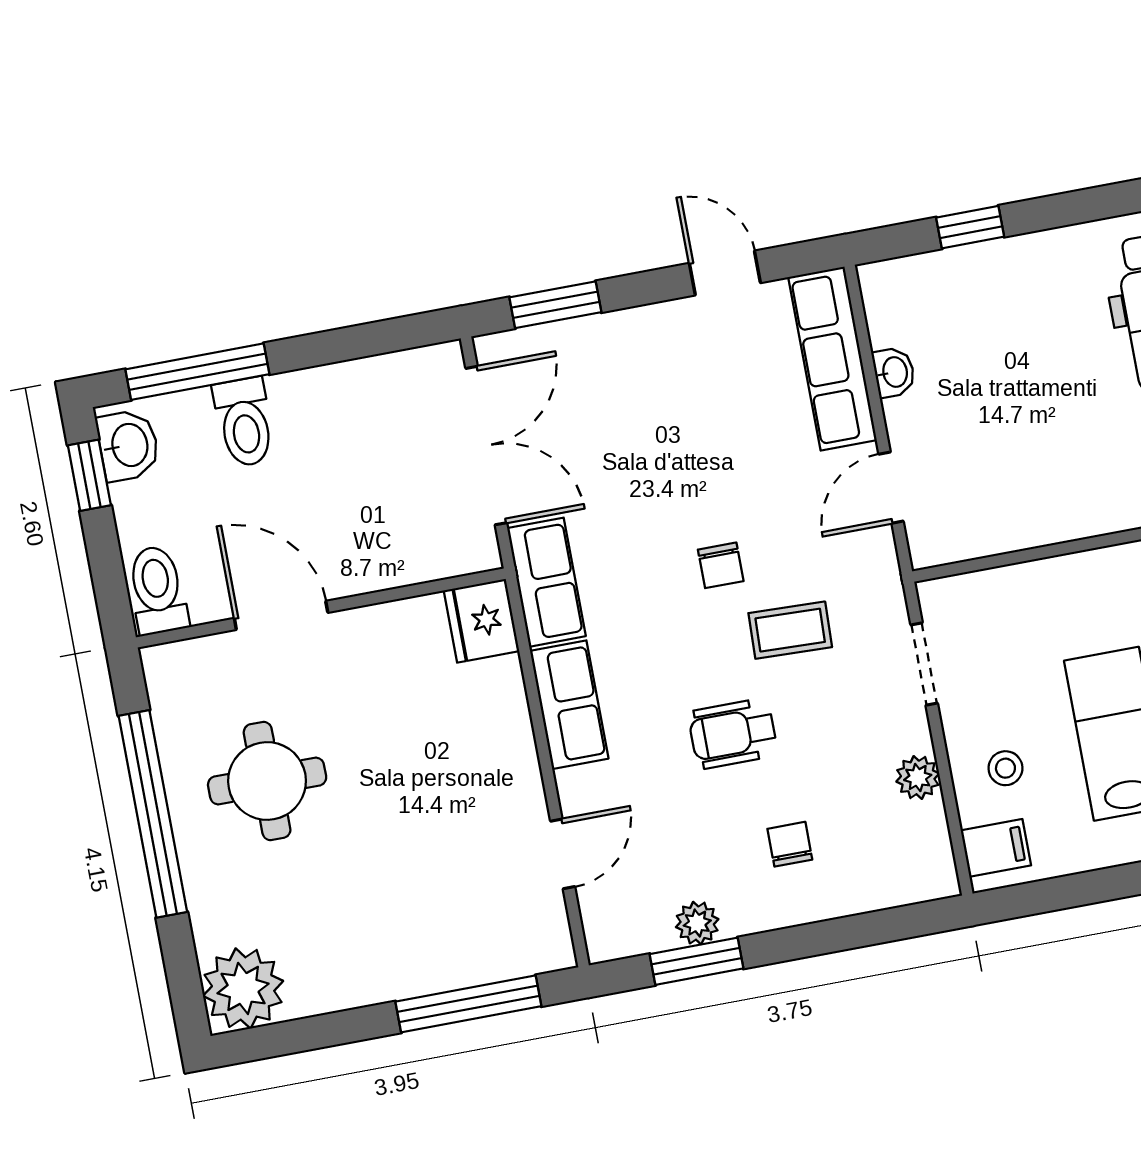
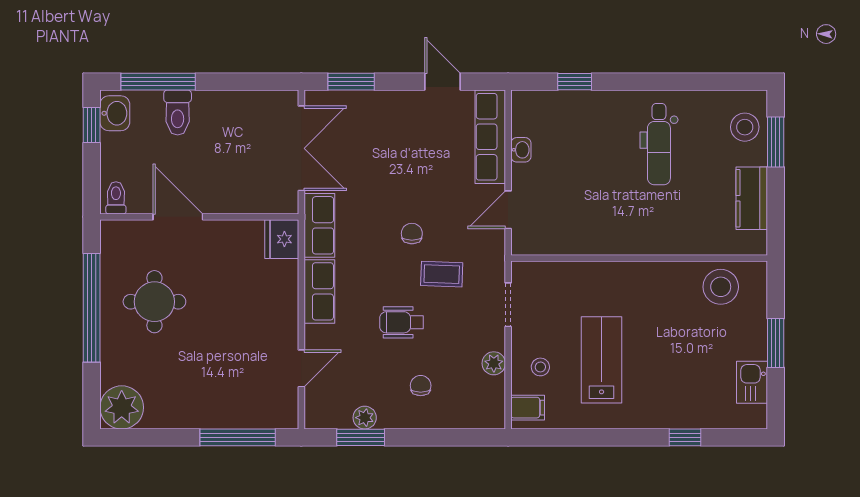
chair: (721, 565) -> (412, 234), turned 180
toilet: (157, 590) -> (116, 198), width x0.73, depth x0.72

